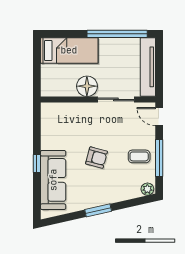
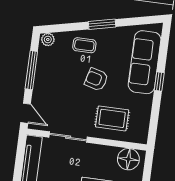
floor lamp: (87, 86) -> (128, 159), moved
rug: (77, 123) -> (112, 118), added
coffee table: (139, 156) -> (84, 45), moved

